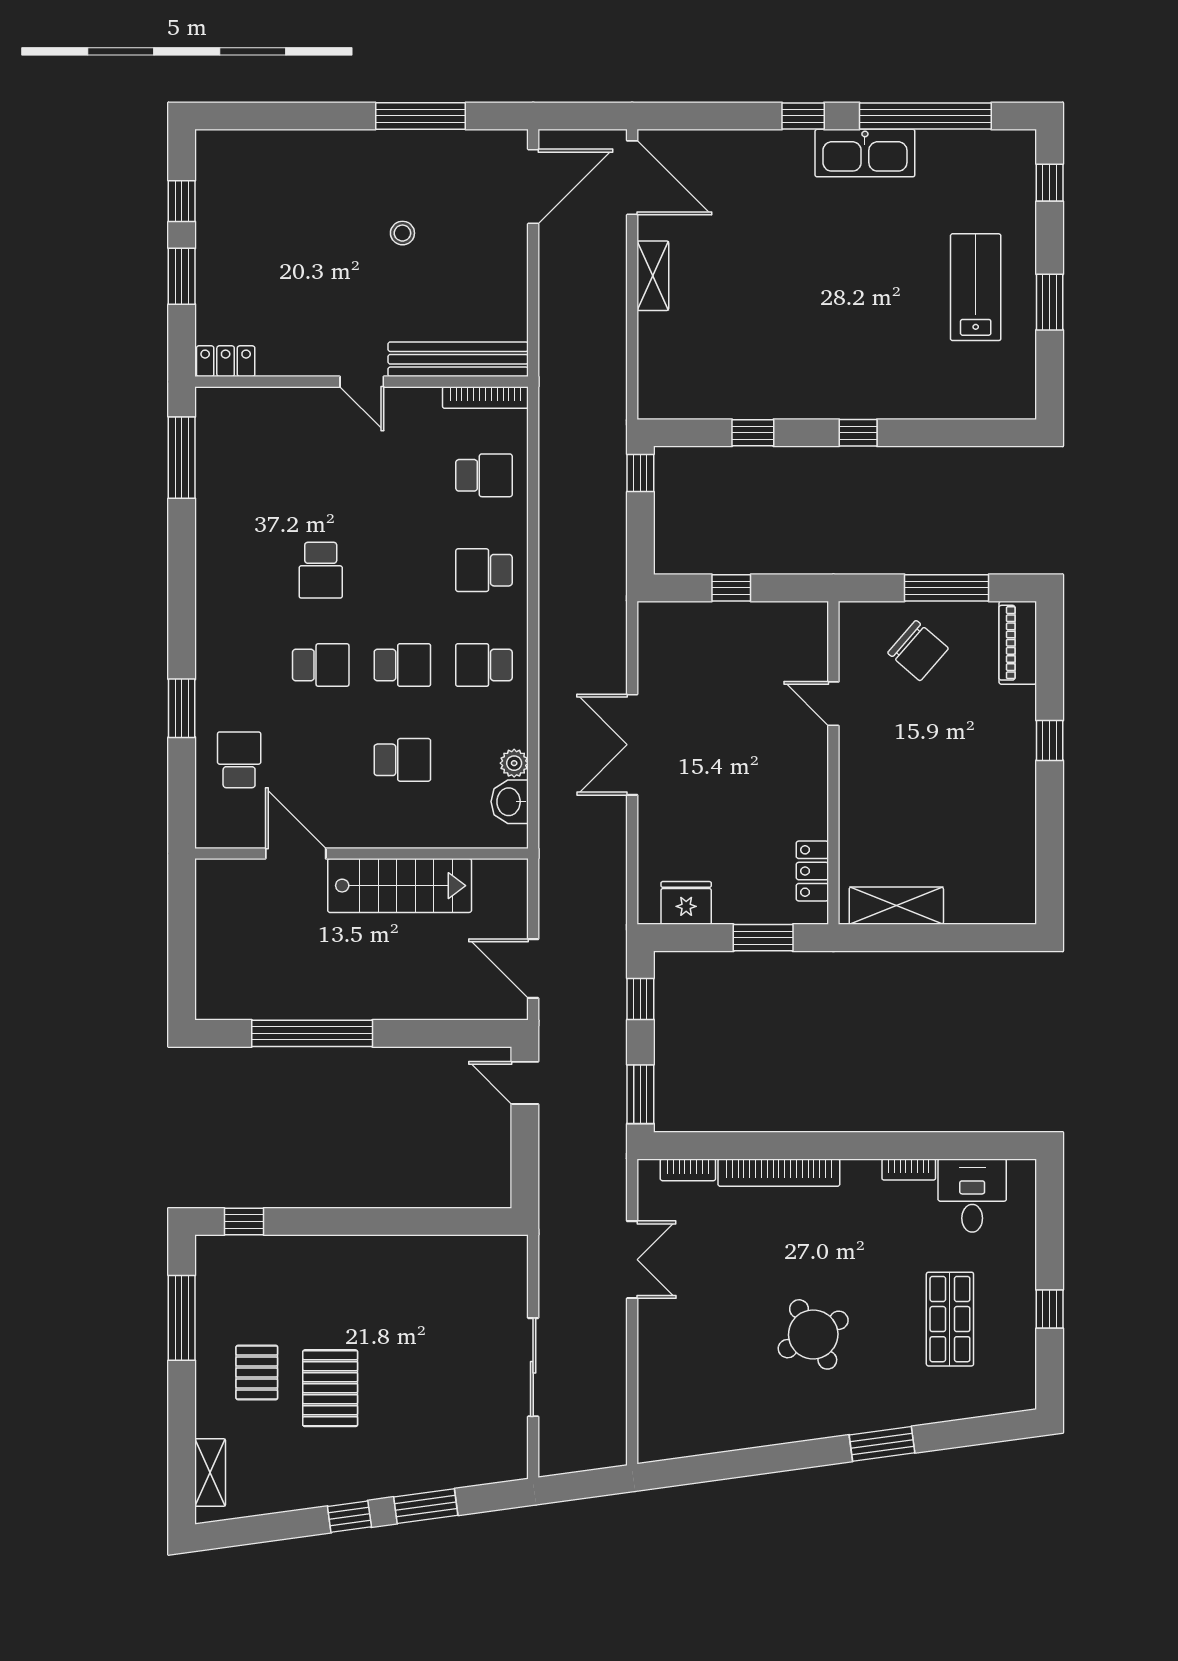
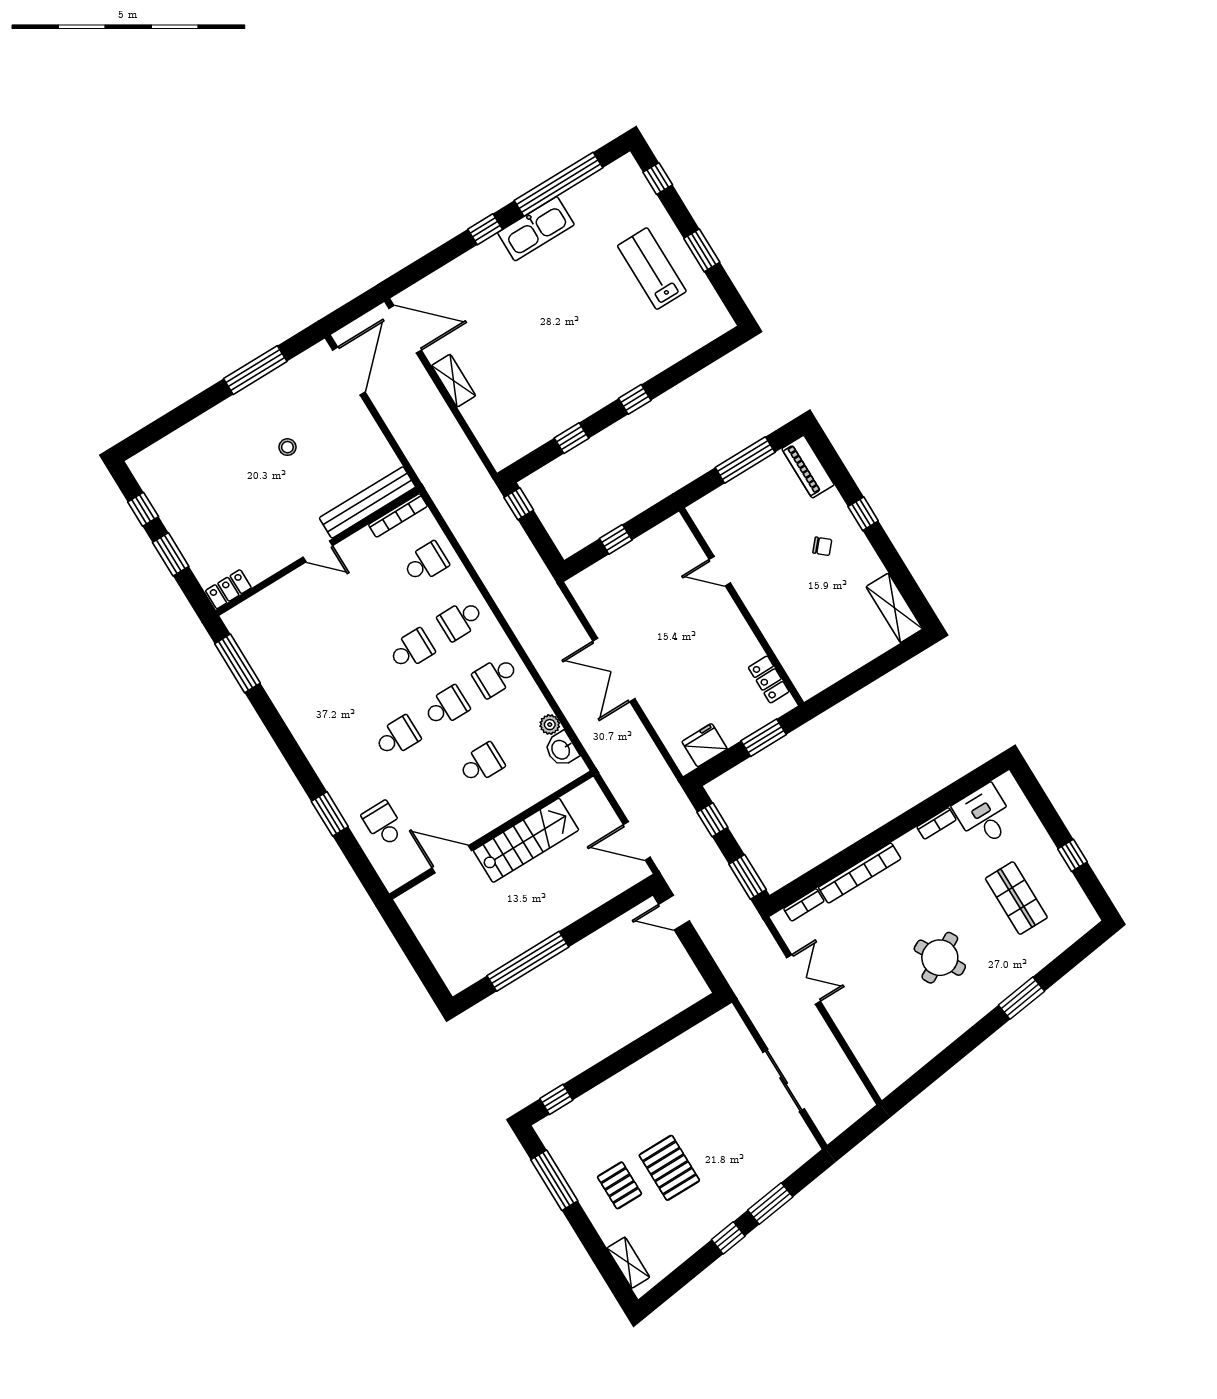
school desk: (321, 570) -> (412, 650), moved, turned -90
chair: (918, 651) -> (822, 546), moved, width x0.54, depth x0.54
shelving: (896, 906) -> (894, 608), moved, turned 90

